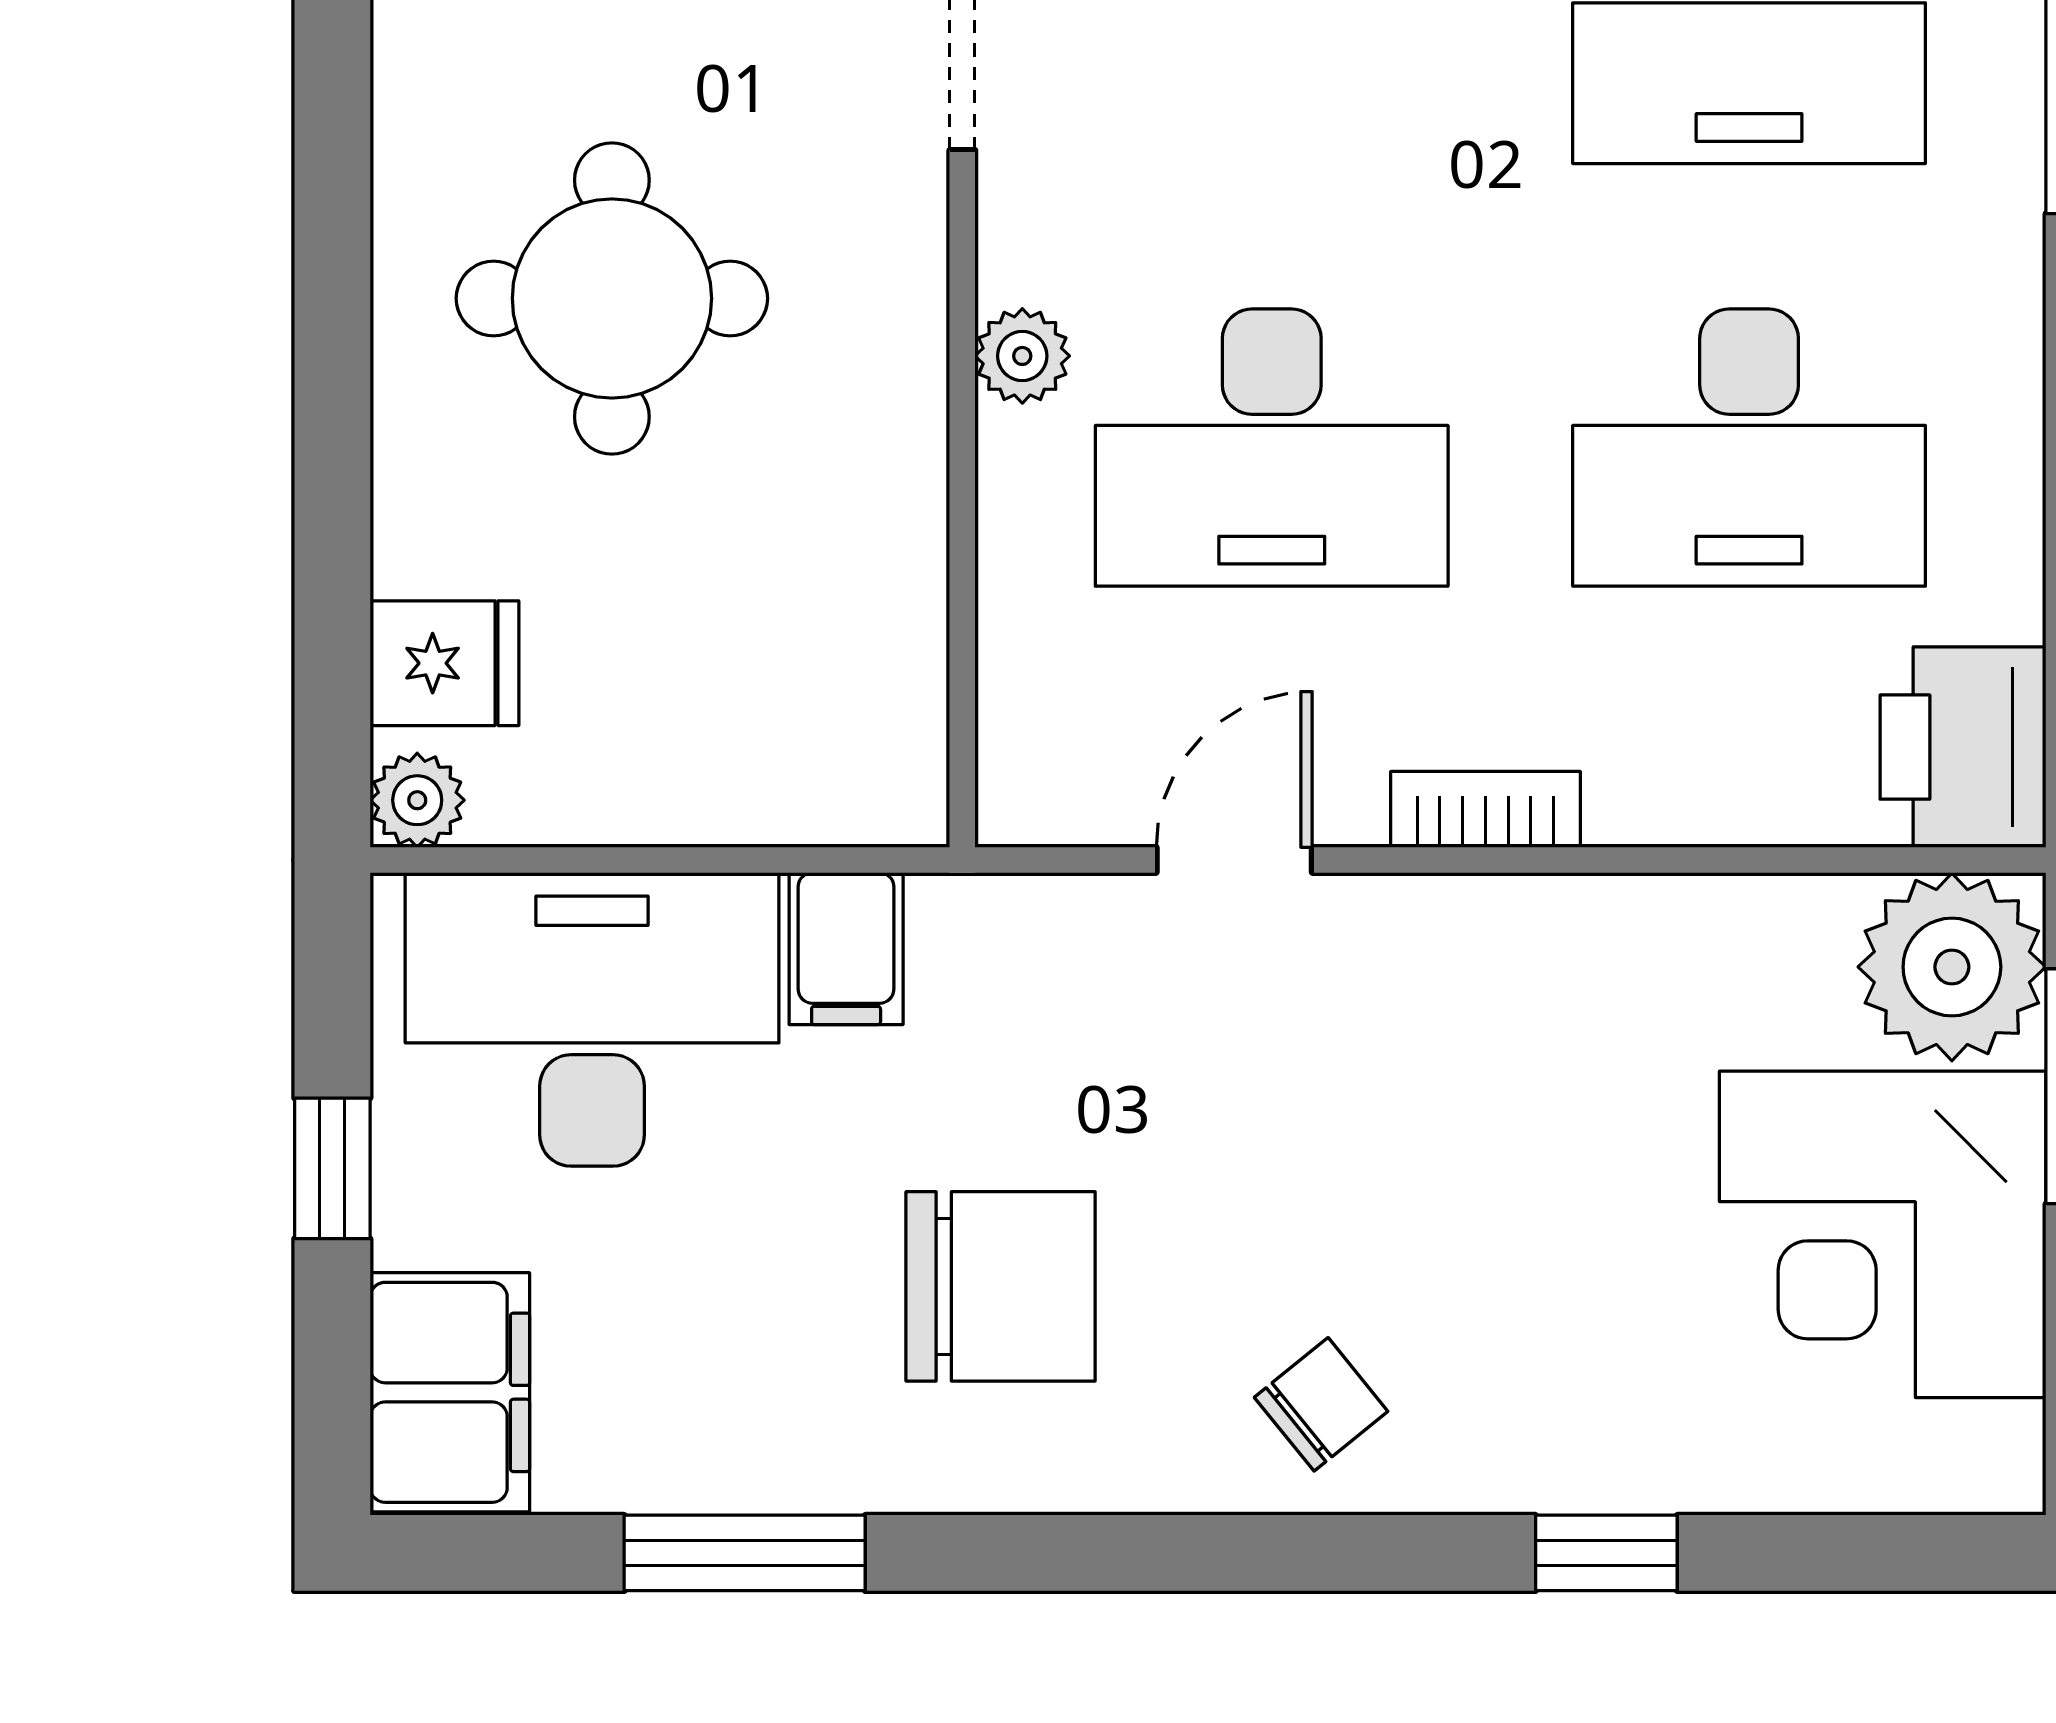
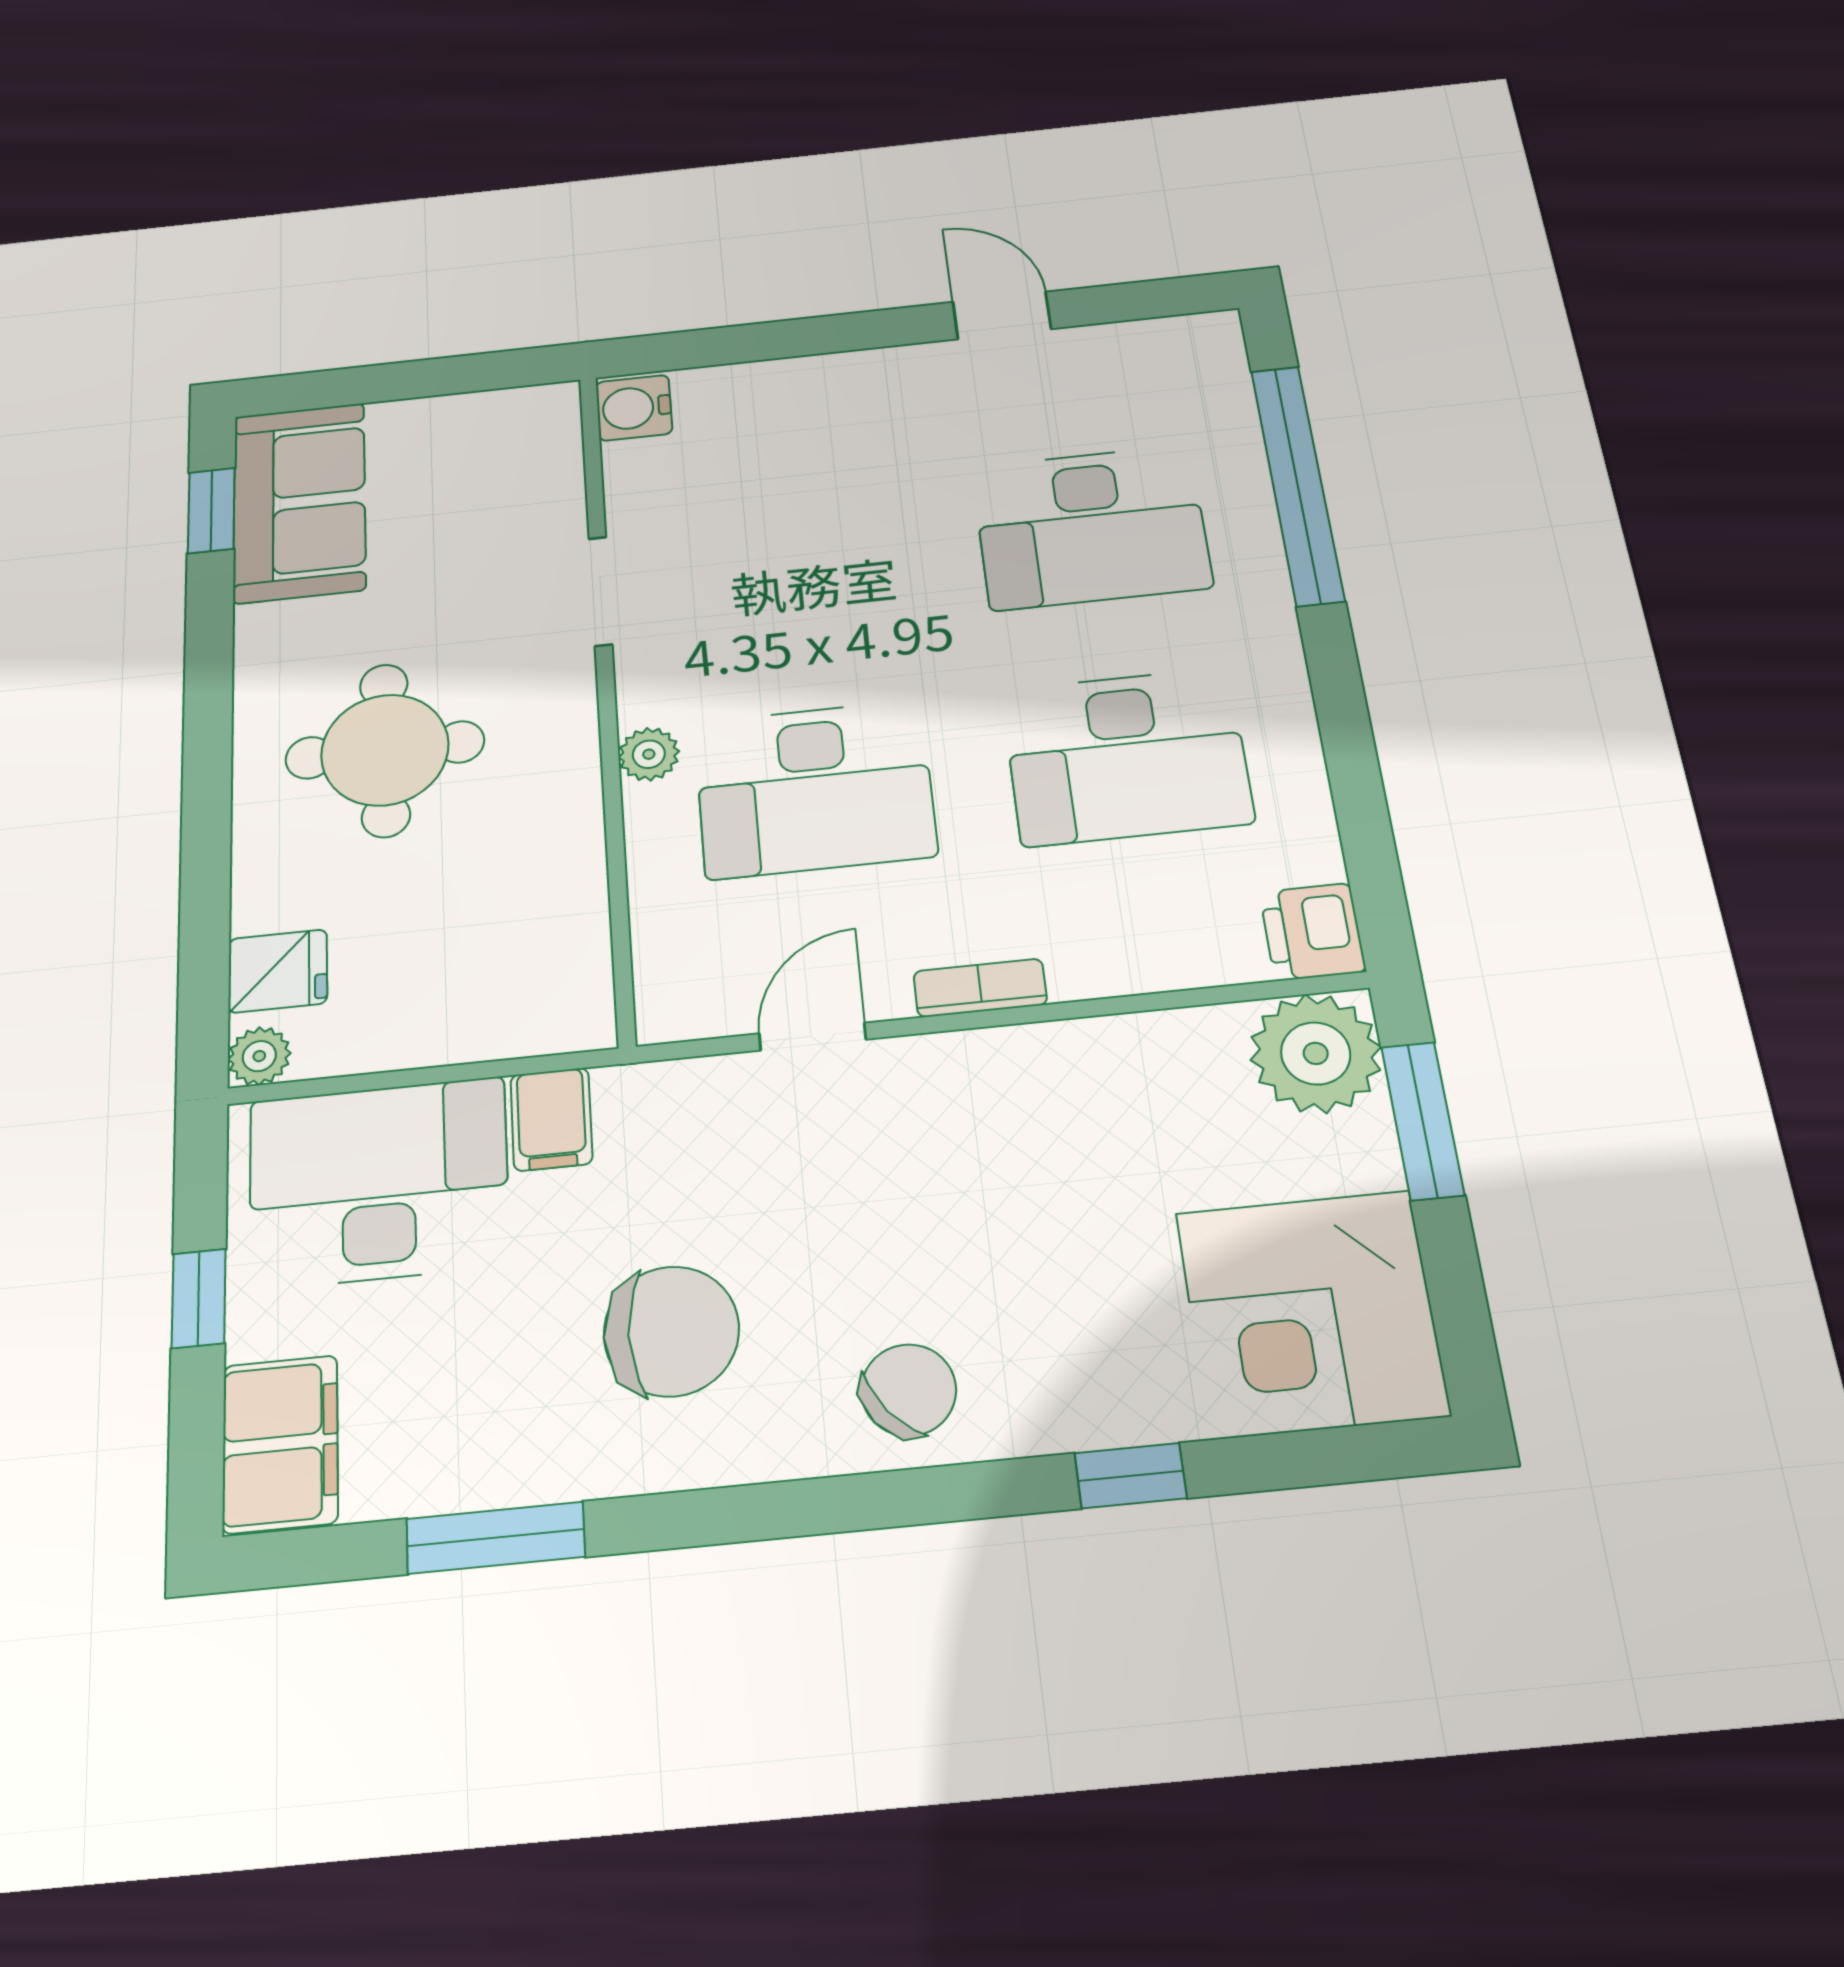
printer: (1963, 747) -> (1313, 932), width x0.73, depth x0.81
corner desk: (1883, 1234) -> (1311, 1313), moved
chair: (1321, 1404) -> (909, 1390), width x1.37, depth x1.37

